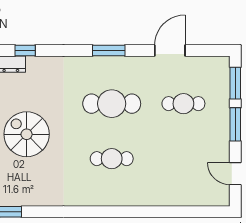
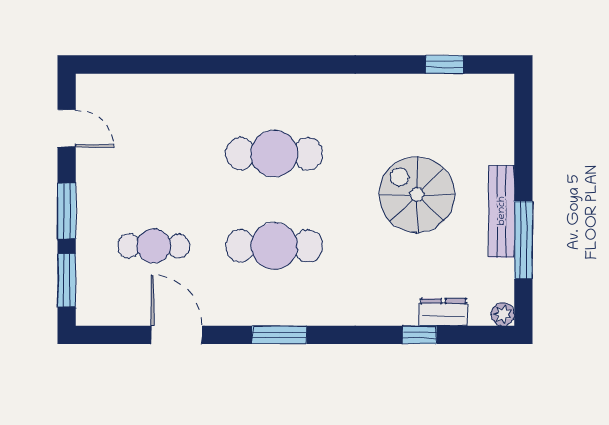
door: (170, 51) -> (177, 335), swing flipped
spiral stairs: (27, 134) -> (417, 195), turned 180
cafe table: (112, 159) -> (274, 154), width x1.37, depth x1.35

